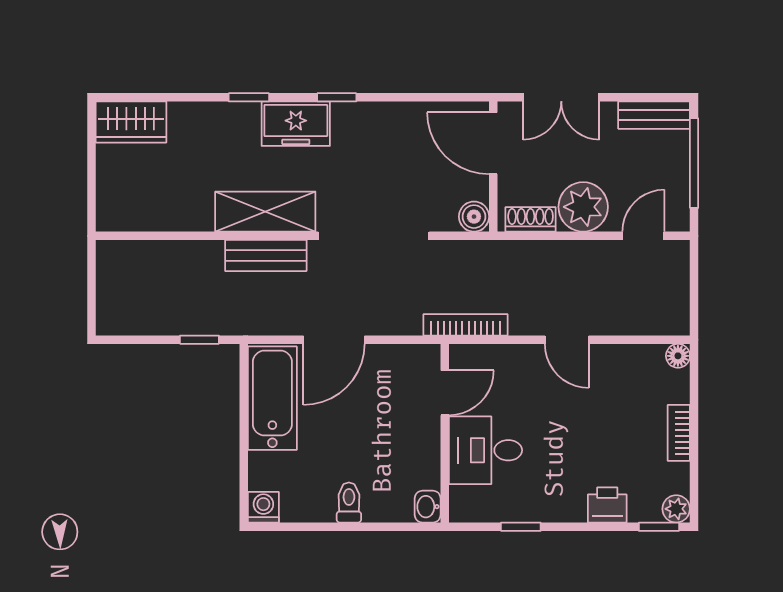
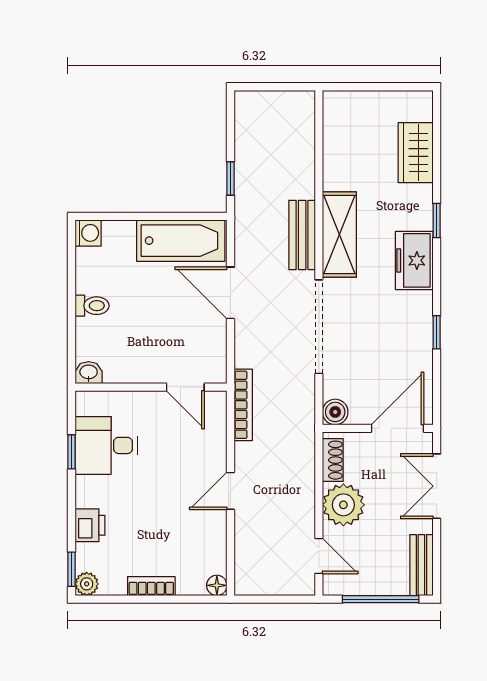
window: (337, 97) -> (437, 332), moved
wardrobe: (131, 122) -> (416, 153), moved
desk: (485, 450) -> (106, 445), moved, turned -90

